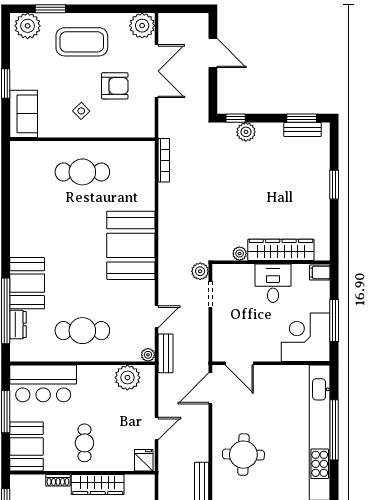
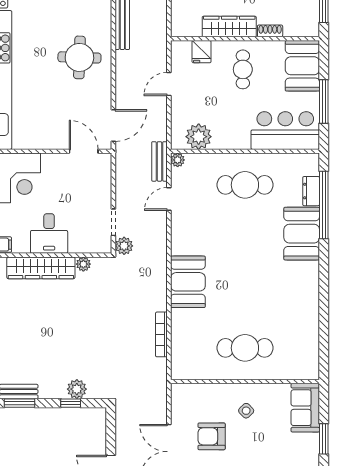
window: (236, 118) -> (71, 403), moved
bookcase: (164, 160) -> (161, 334), moved
booth: (131, 245) -> (188, 282), width x0.73, depth x0.70
fridge: (144, 460) -> (202, 52), moved

